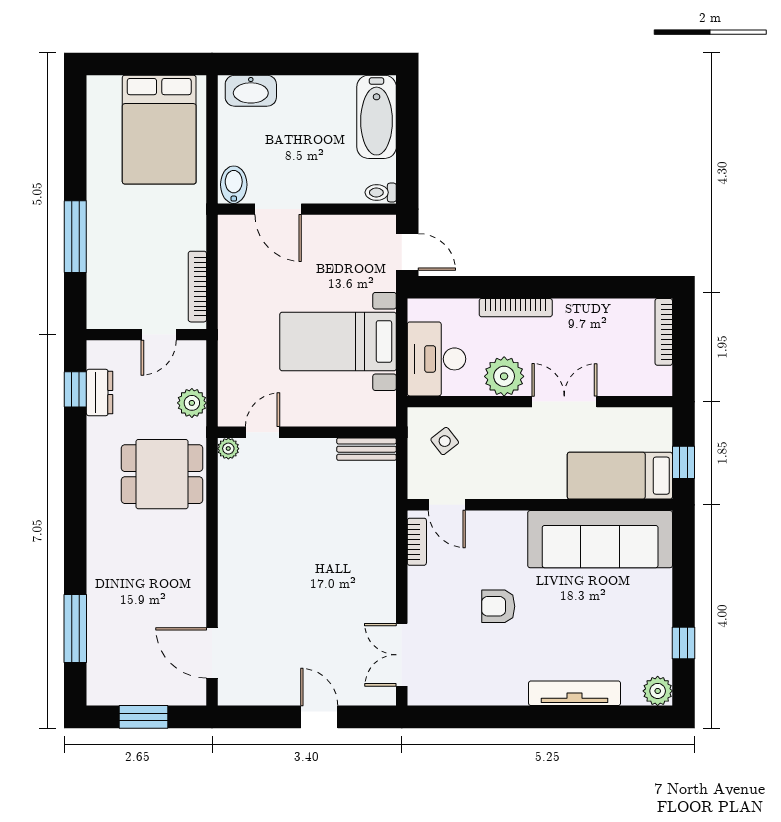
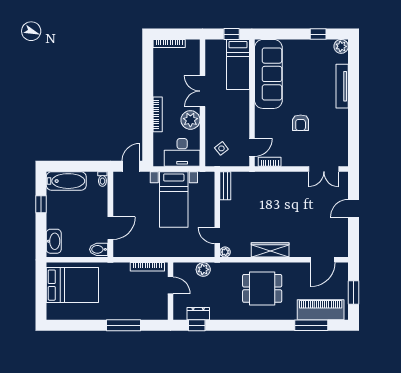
window: (328, 64) -> (41, 204), added
dining table: (162, 474) -> (262, 288), moved, turned 90
wardrobe: (233, 543) -> (270, 250), added
piano: (108, 648) -> (321, 310), added

